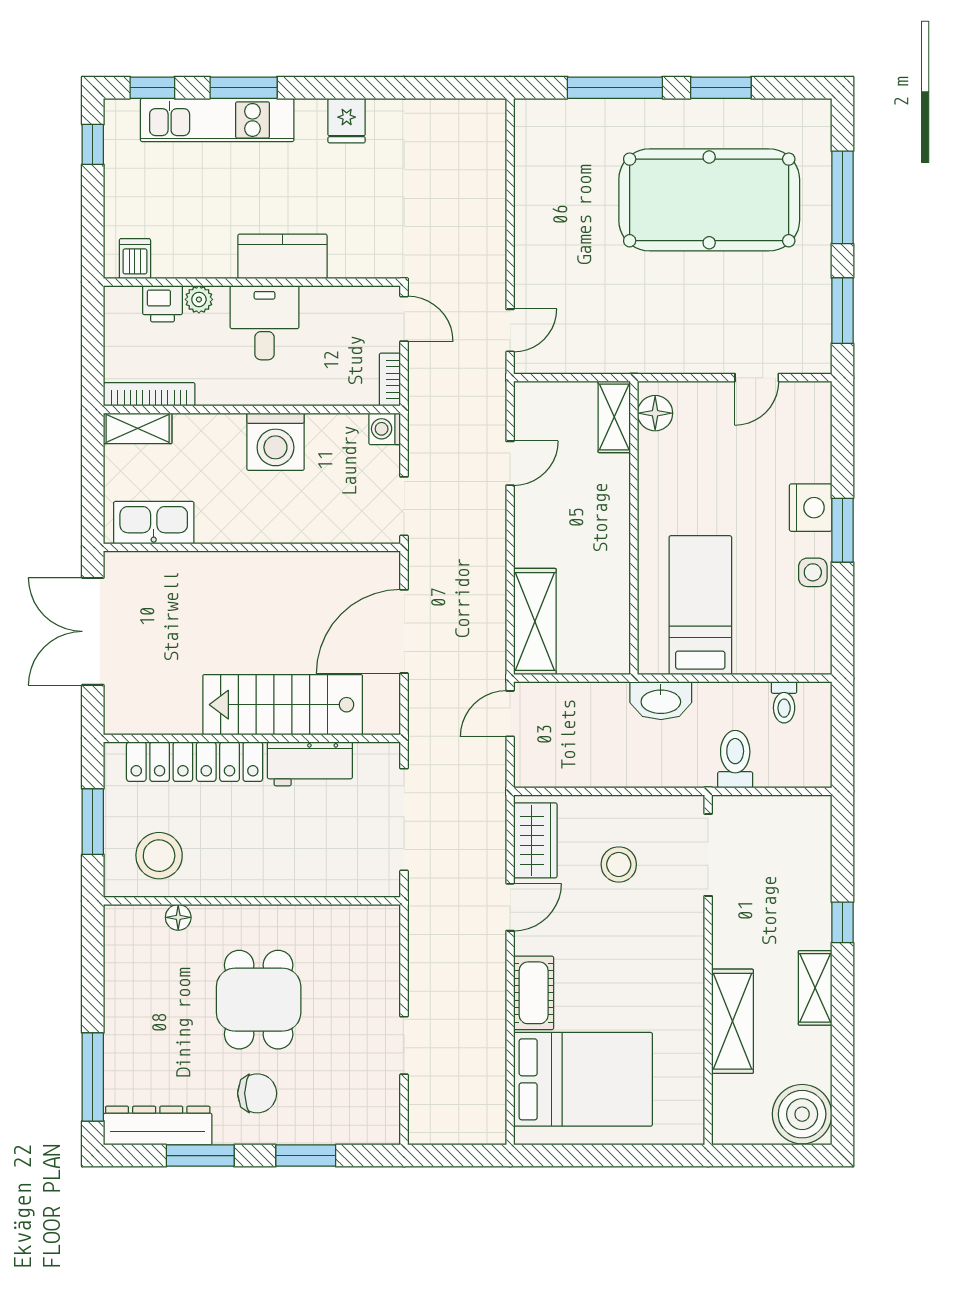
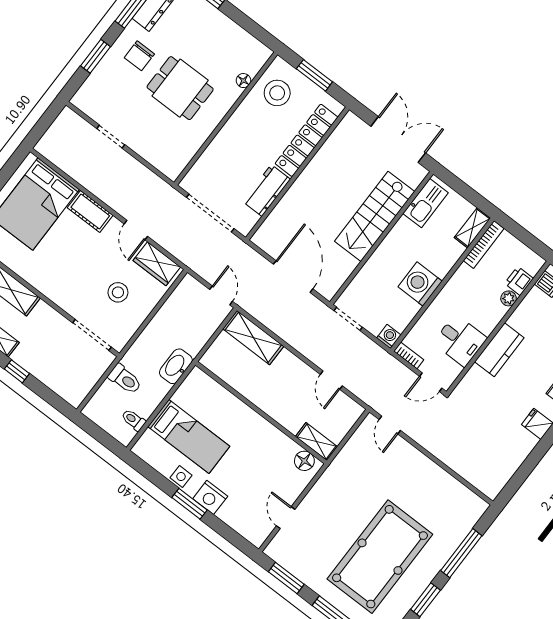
desk: (265, 323) -> (460, 340), moved
bed: (700, 605) -> (189, 436), moved
stairs: (283, 705) -> (375, 216), moved, turned 180

